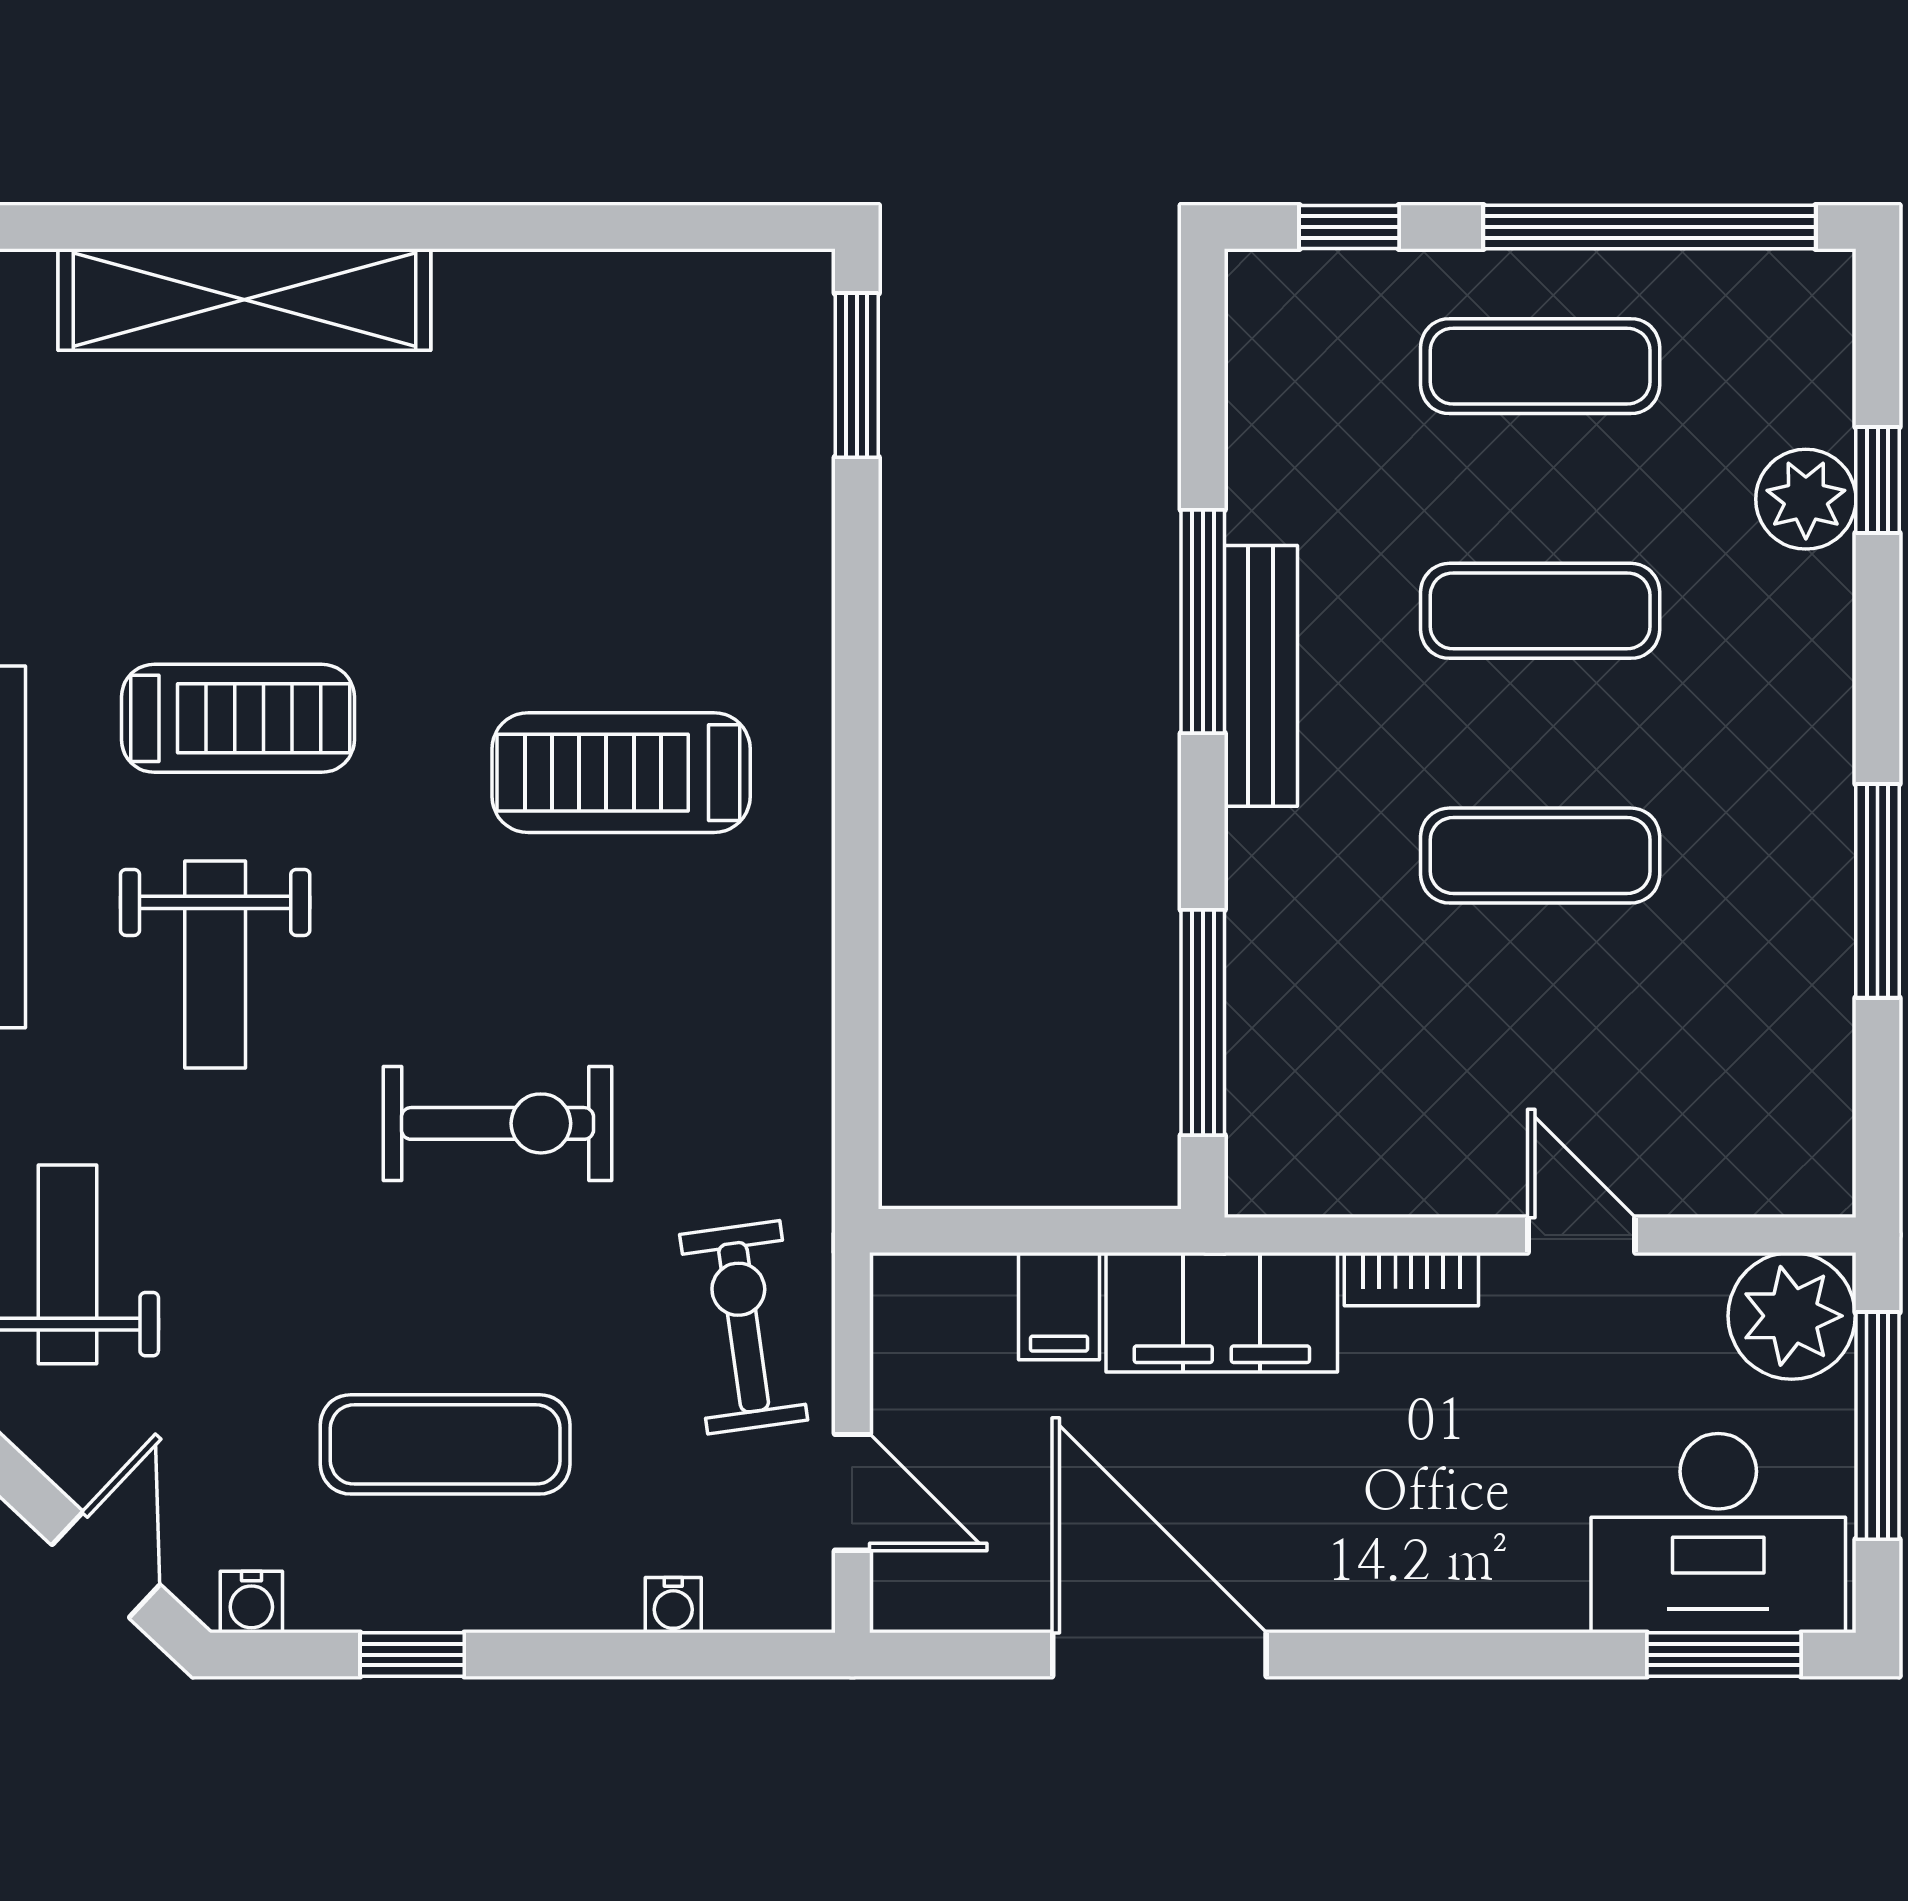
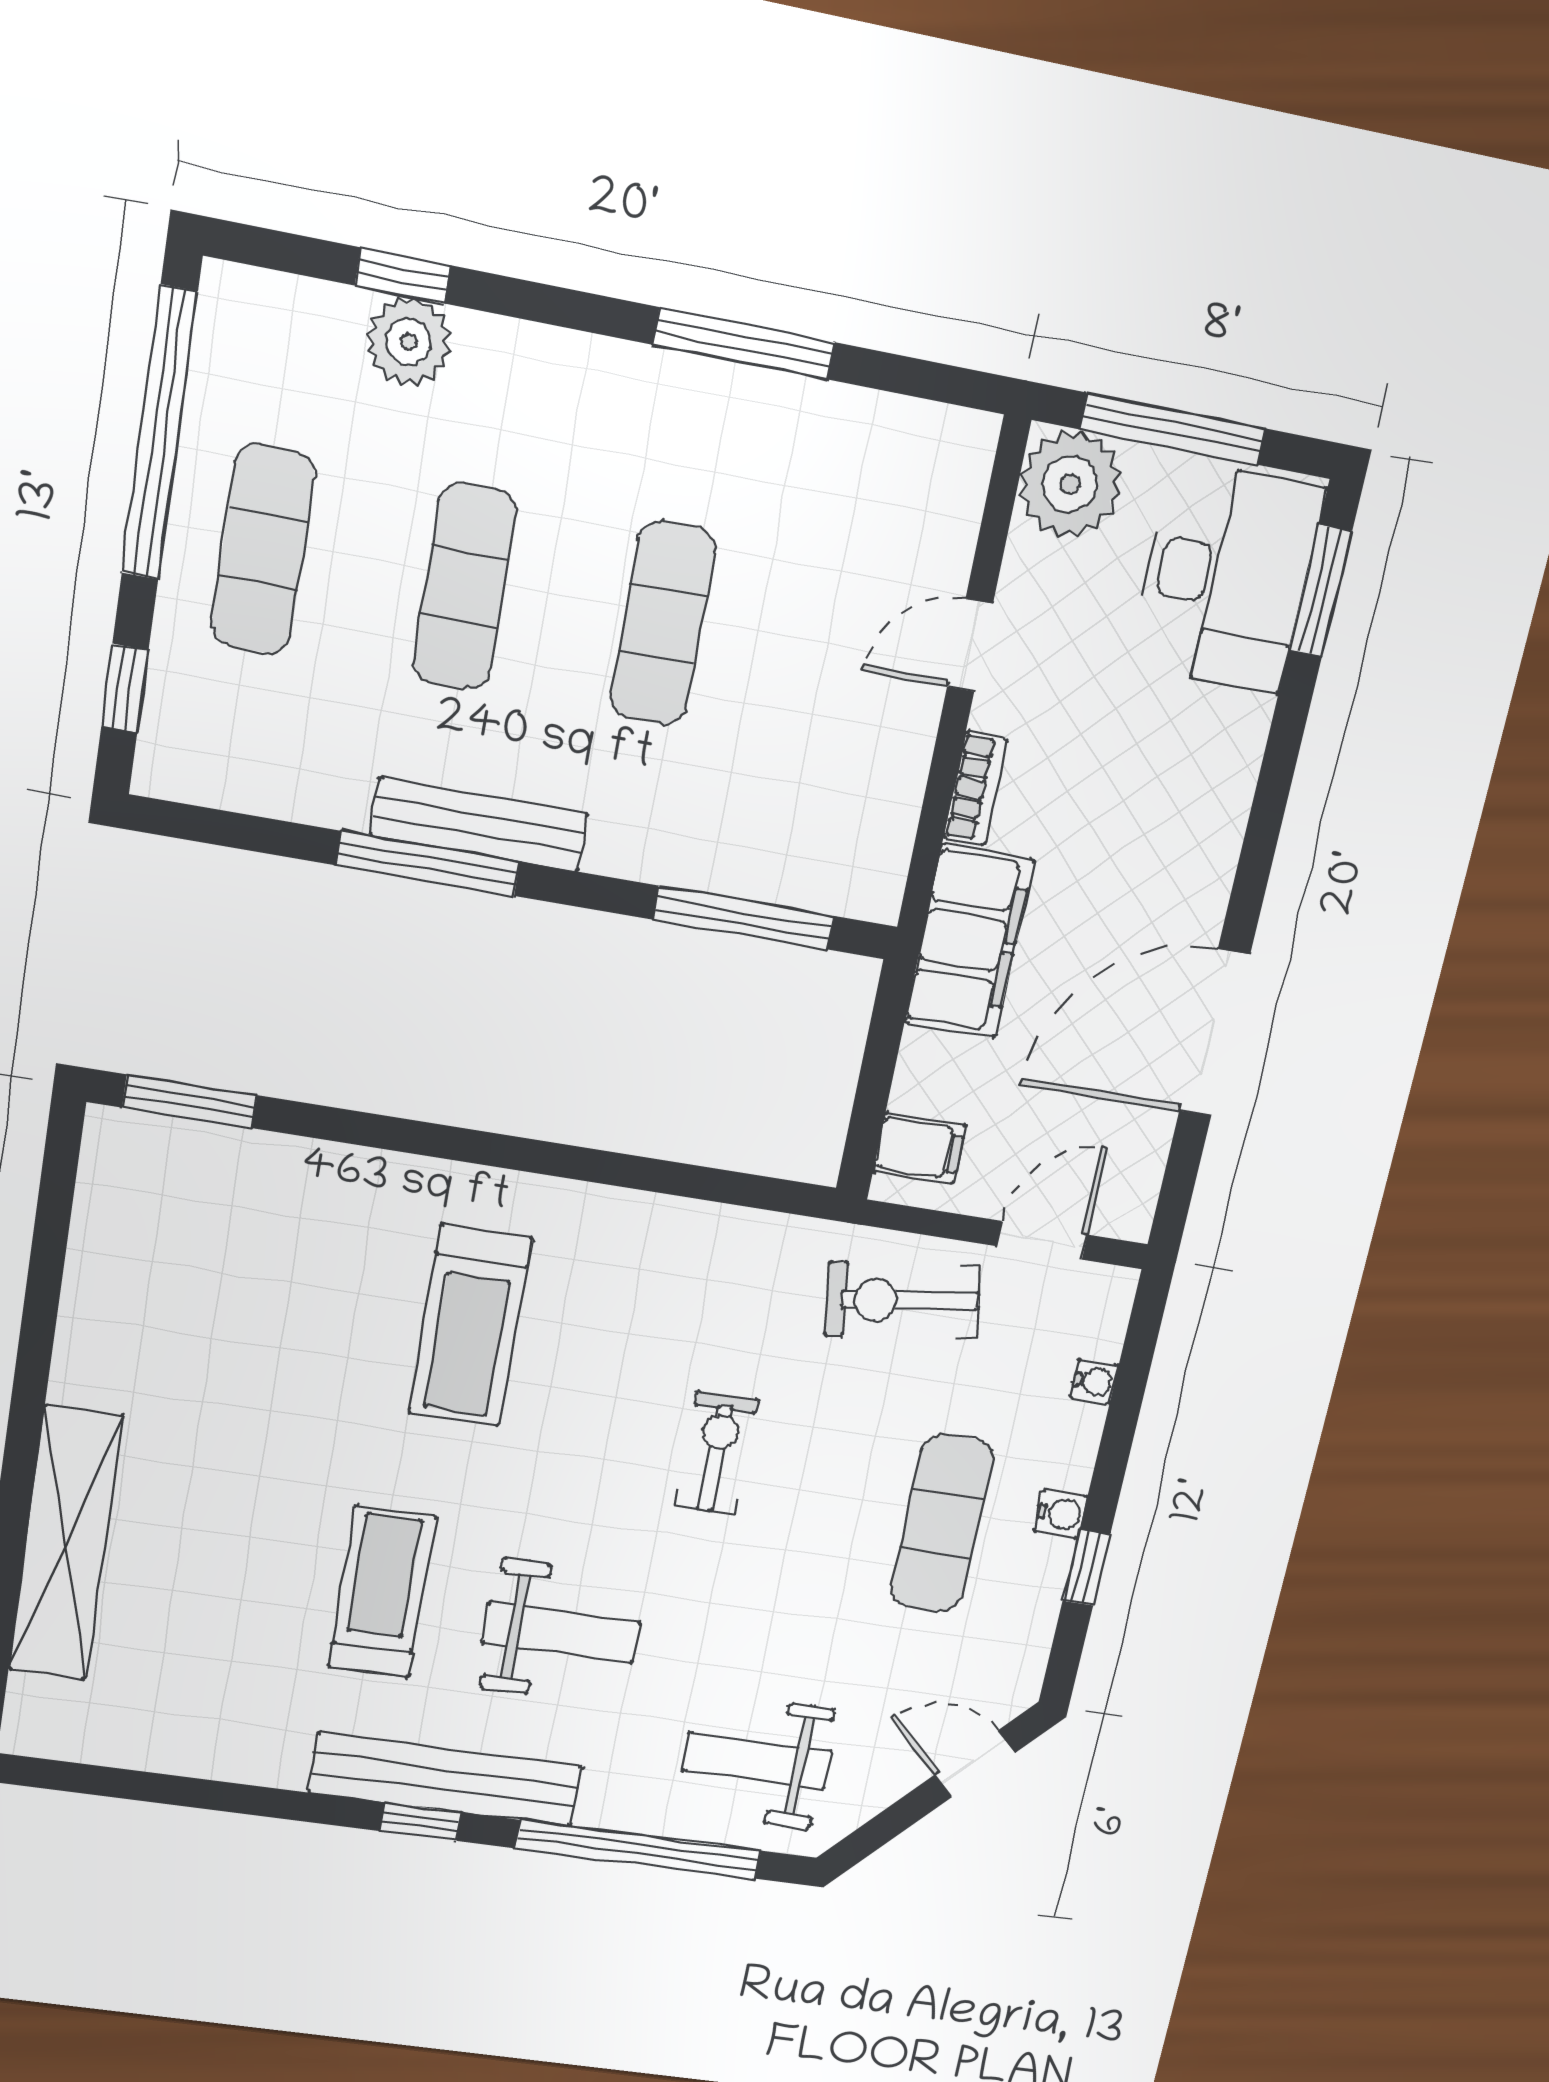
exercise bike: (498, 1123) -> (716, 1453), width x0.73, depth x0.72
filing cabinet: (1059, 1306) -> (919, 1148), moved
water cooler: (251, 1602) -> (1061, 1514), moved

